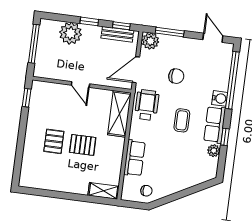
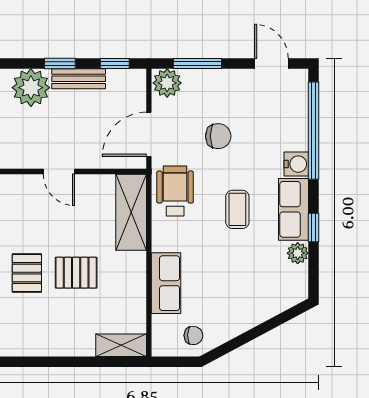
bench: (117, 34) -> (79, 79), moved

